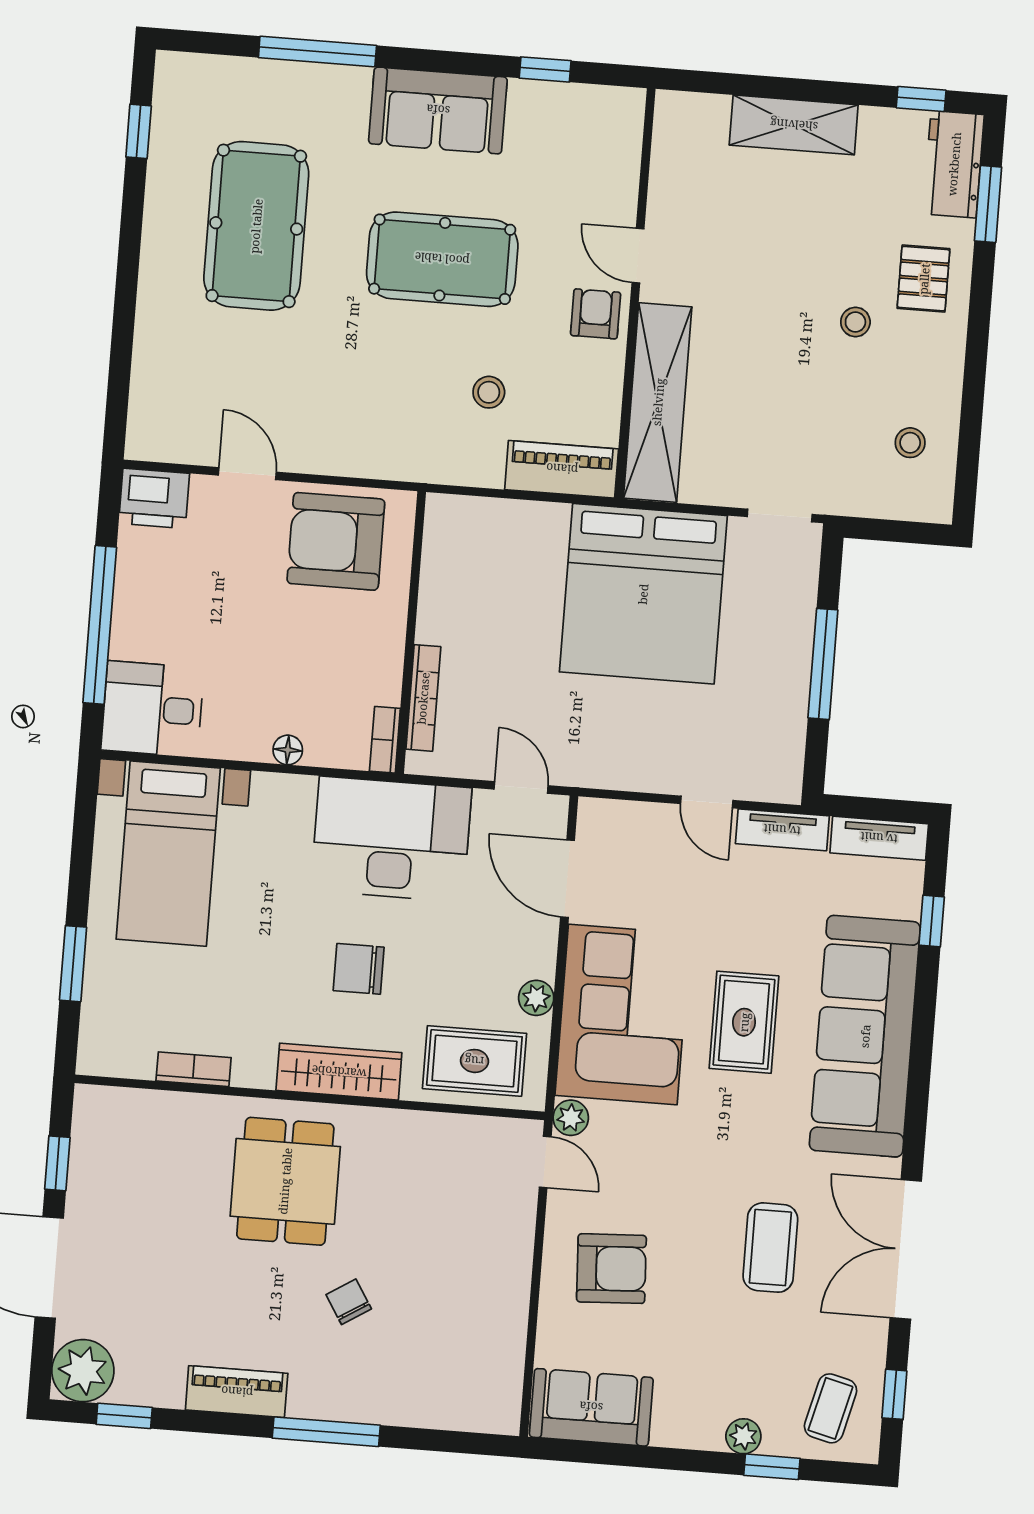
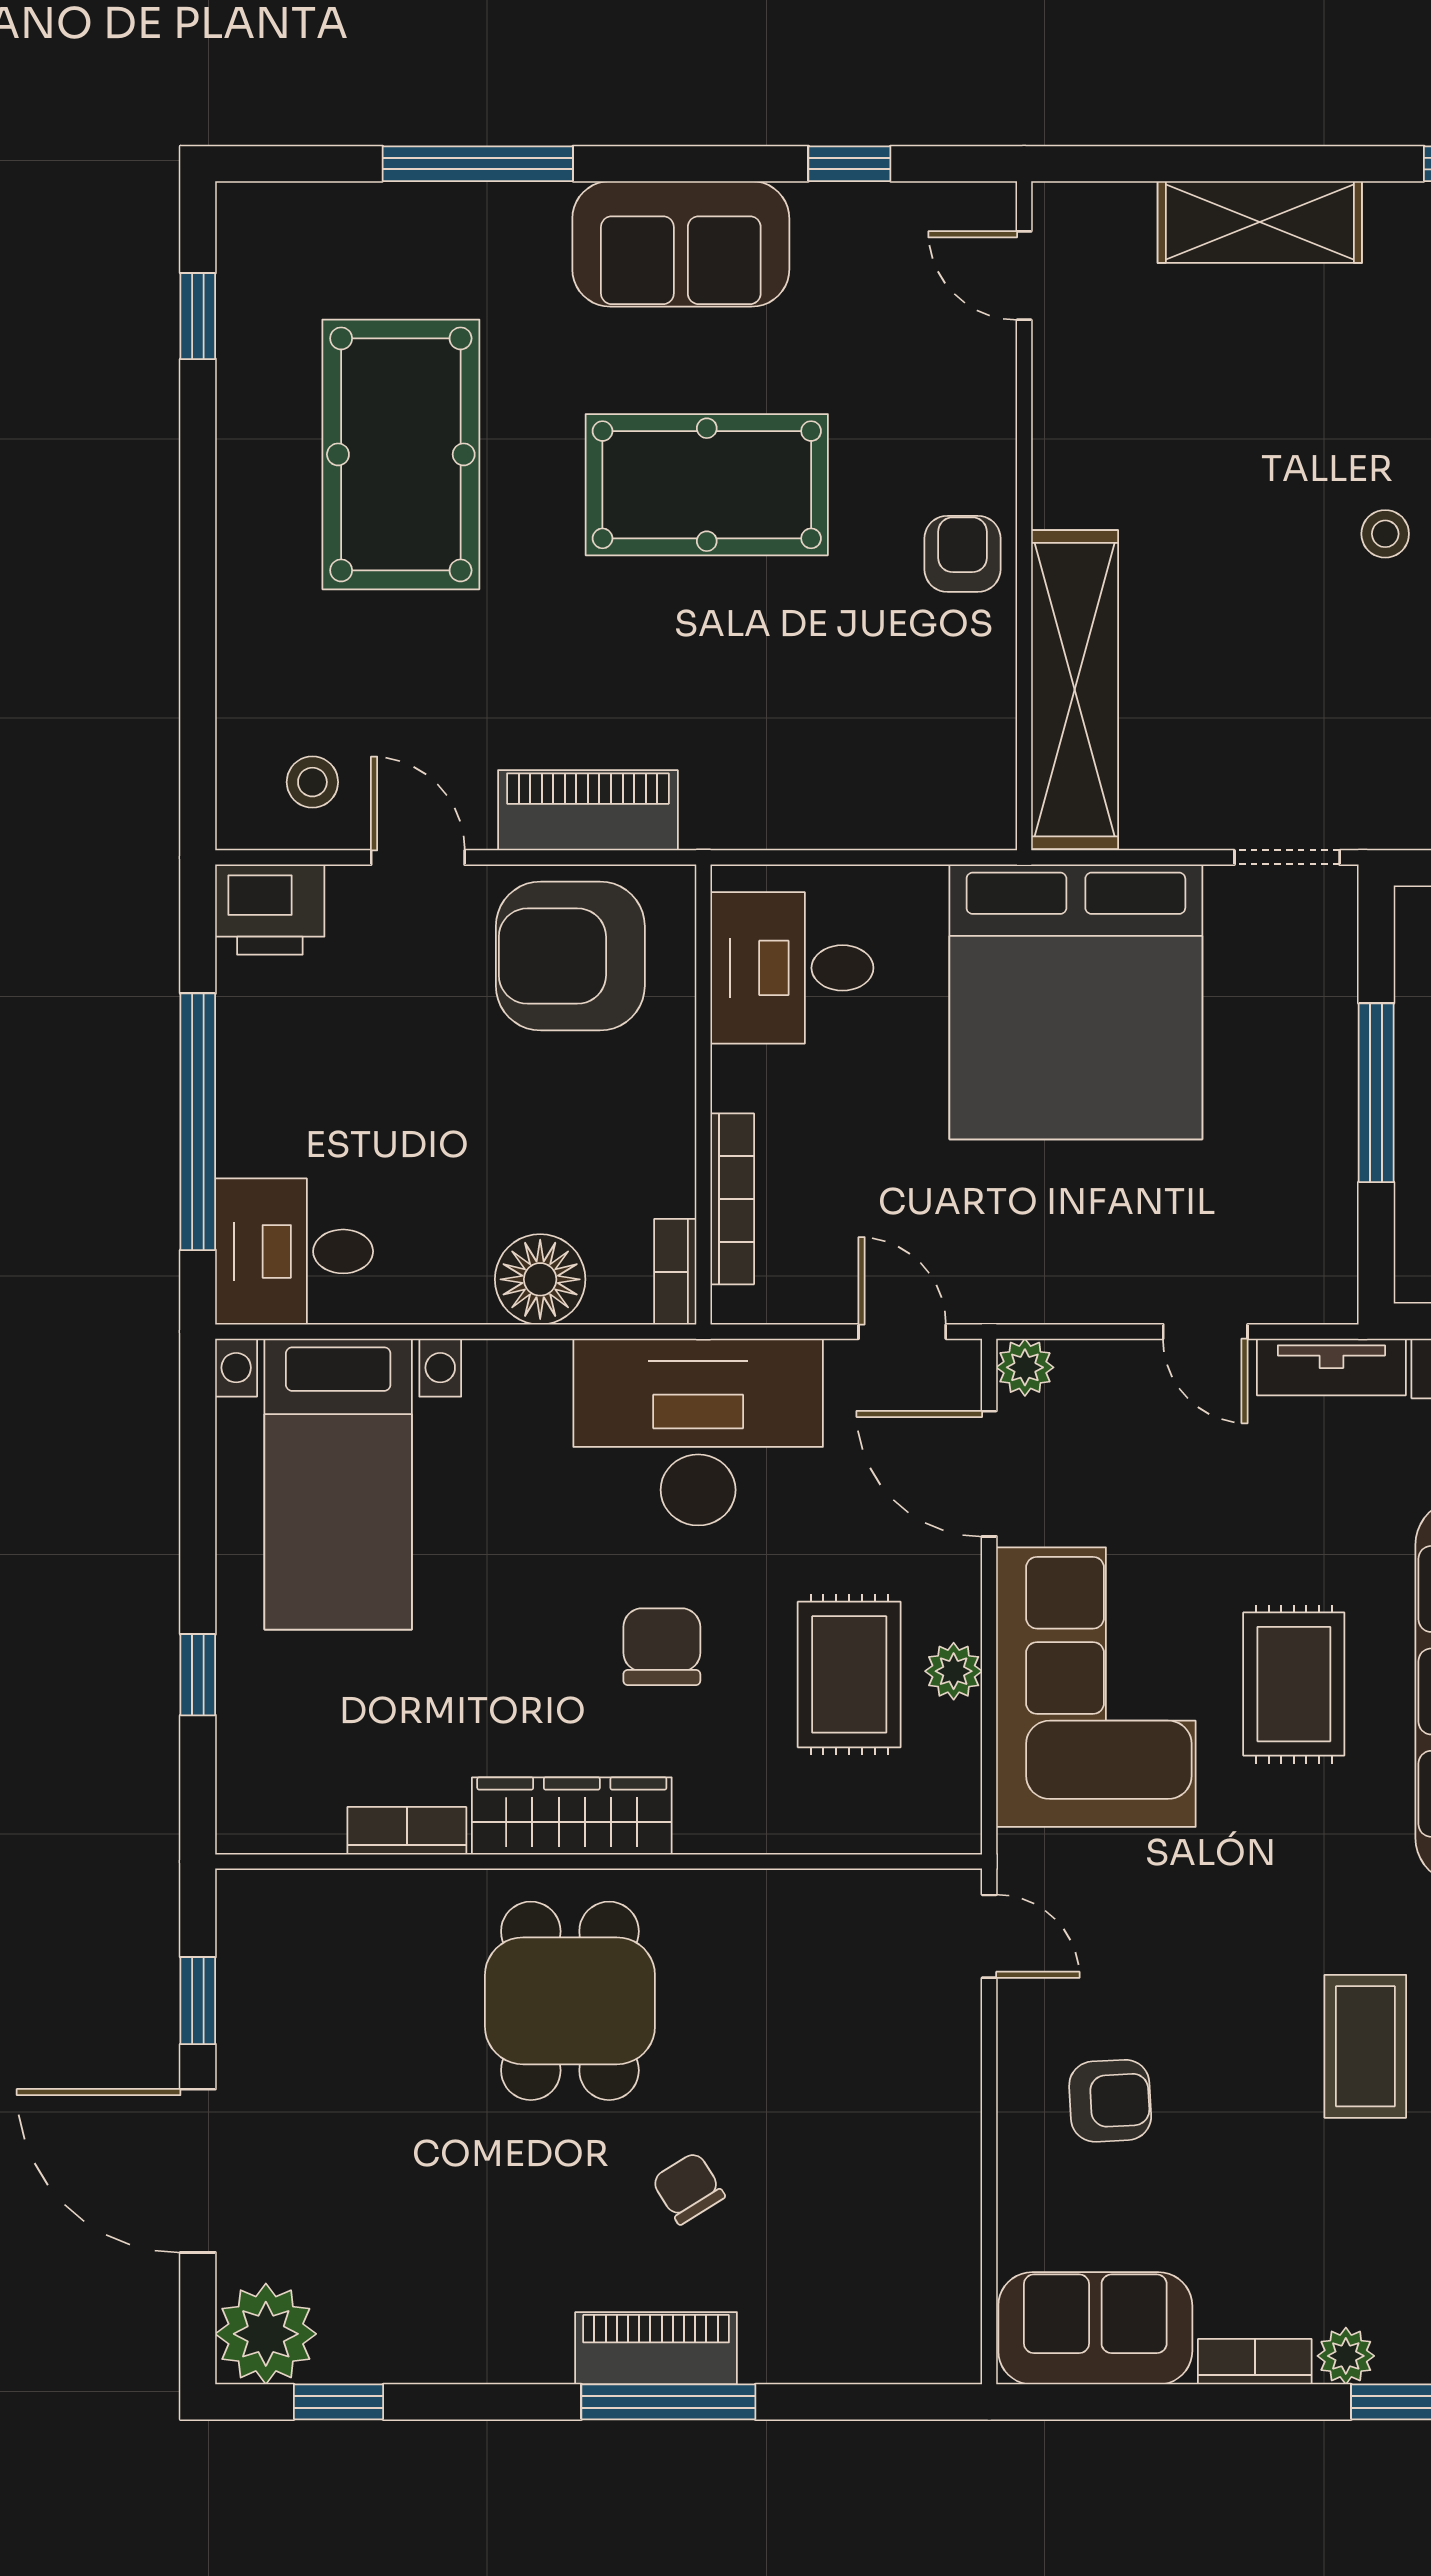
door: (638, 256) -> (1024, 276), moved
stool: (489, 392) -> (312, 782), moved
piano: (562, 469) -> (588, 810), moved
desk: (471, 559) -> (792, 968), added
floor lamp: (288, 750) -> (540, 1279), width x1.89, depth x1.89
window: (73, 964) -> (198, 1675), width x0.67
chair: (359, 969) -> (662, 1647), turned 90
rug: (474, 1061) -> (849, 1674), moved, turned 90
wardrobe: (339, 1072) -> (572, 1816), moved
plant: (571, 1118) -> (1025, 1367), moved
armchair: (611, 1269) -> (1110, 2101), width x0.72, depth x0.72
piano: (237, 1392) -> (656, 2348), moved
bookcase: (687, 1435) -> (1255, 2362), added

